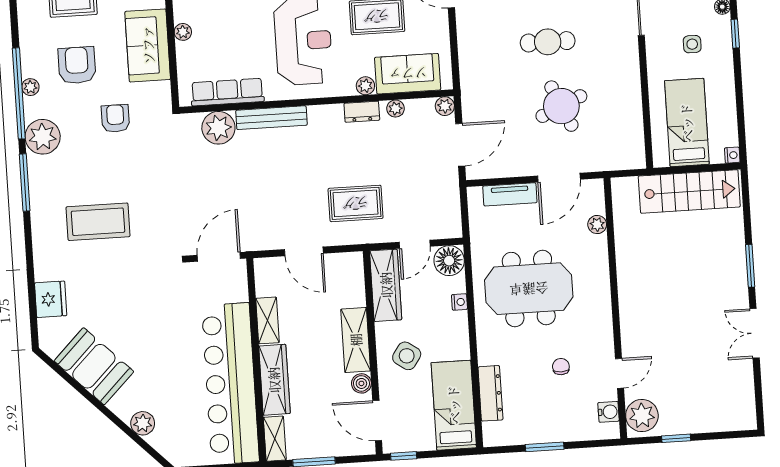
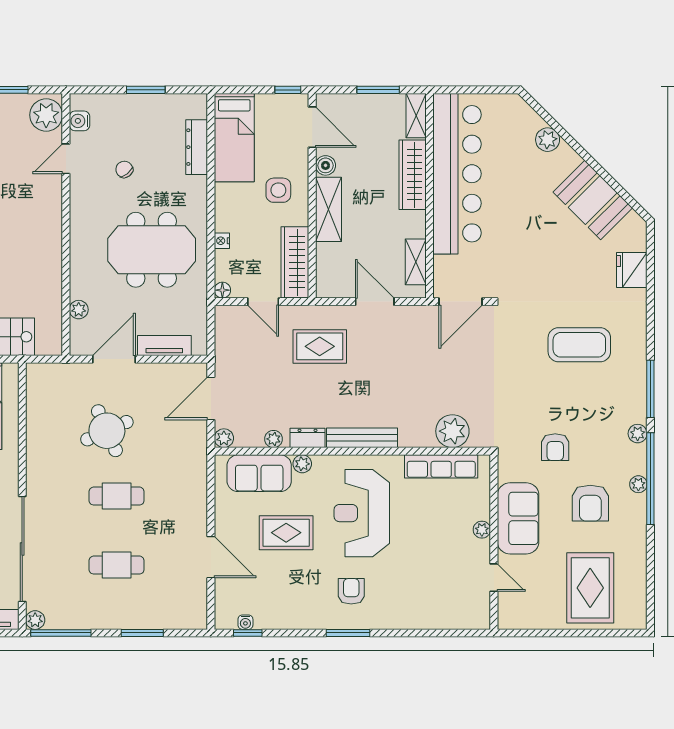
bench: (271, 118) -> (362, 438), moved
plant: (43, 137) -> (638, 434), width x0.53, depth x0.53
door: (415, 244) -> (263, 302), swing flipped
floor lamp: (449, 261) -> (222, 290), width x0.53, depth x0.53
shelving: (268, 320) -> (416, 262), moved
side table: (407, 356) -> (278, 190), turned -34
chair: (561, 367) -> (124, 169), turned 141

